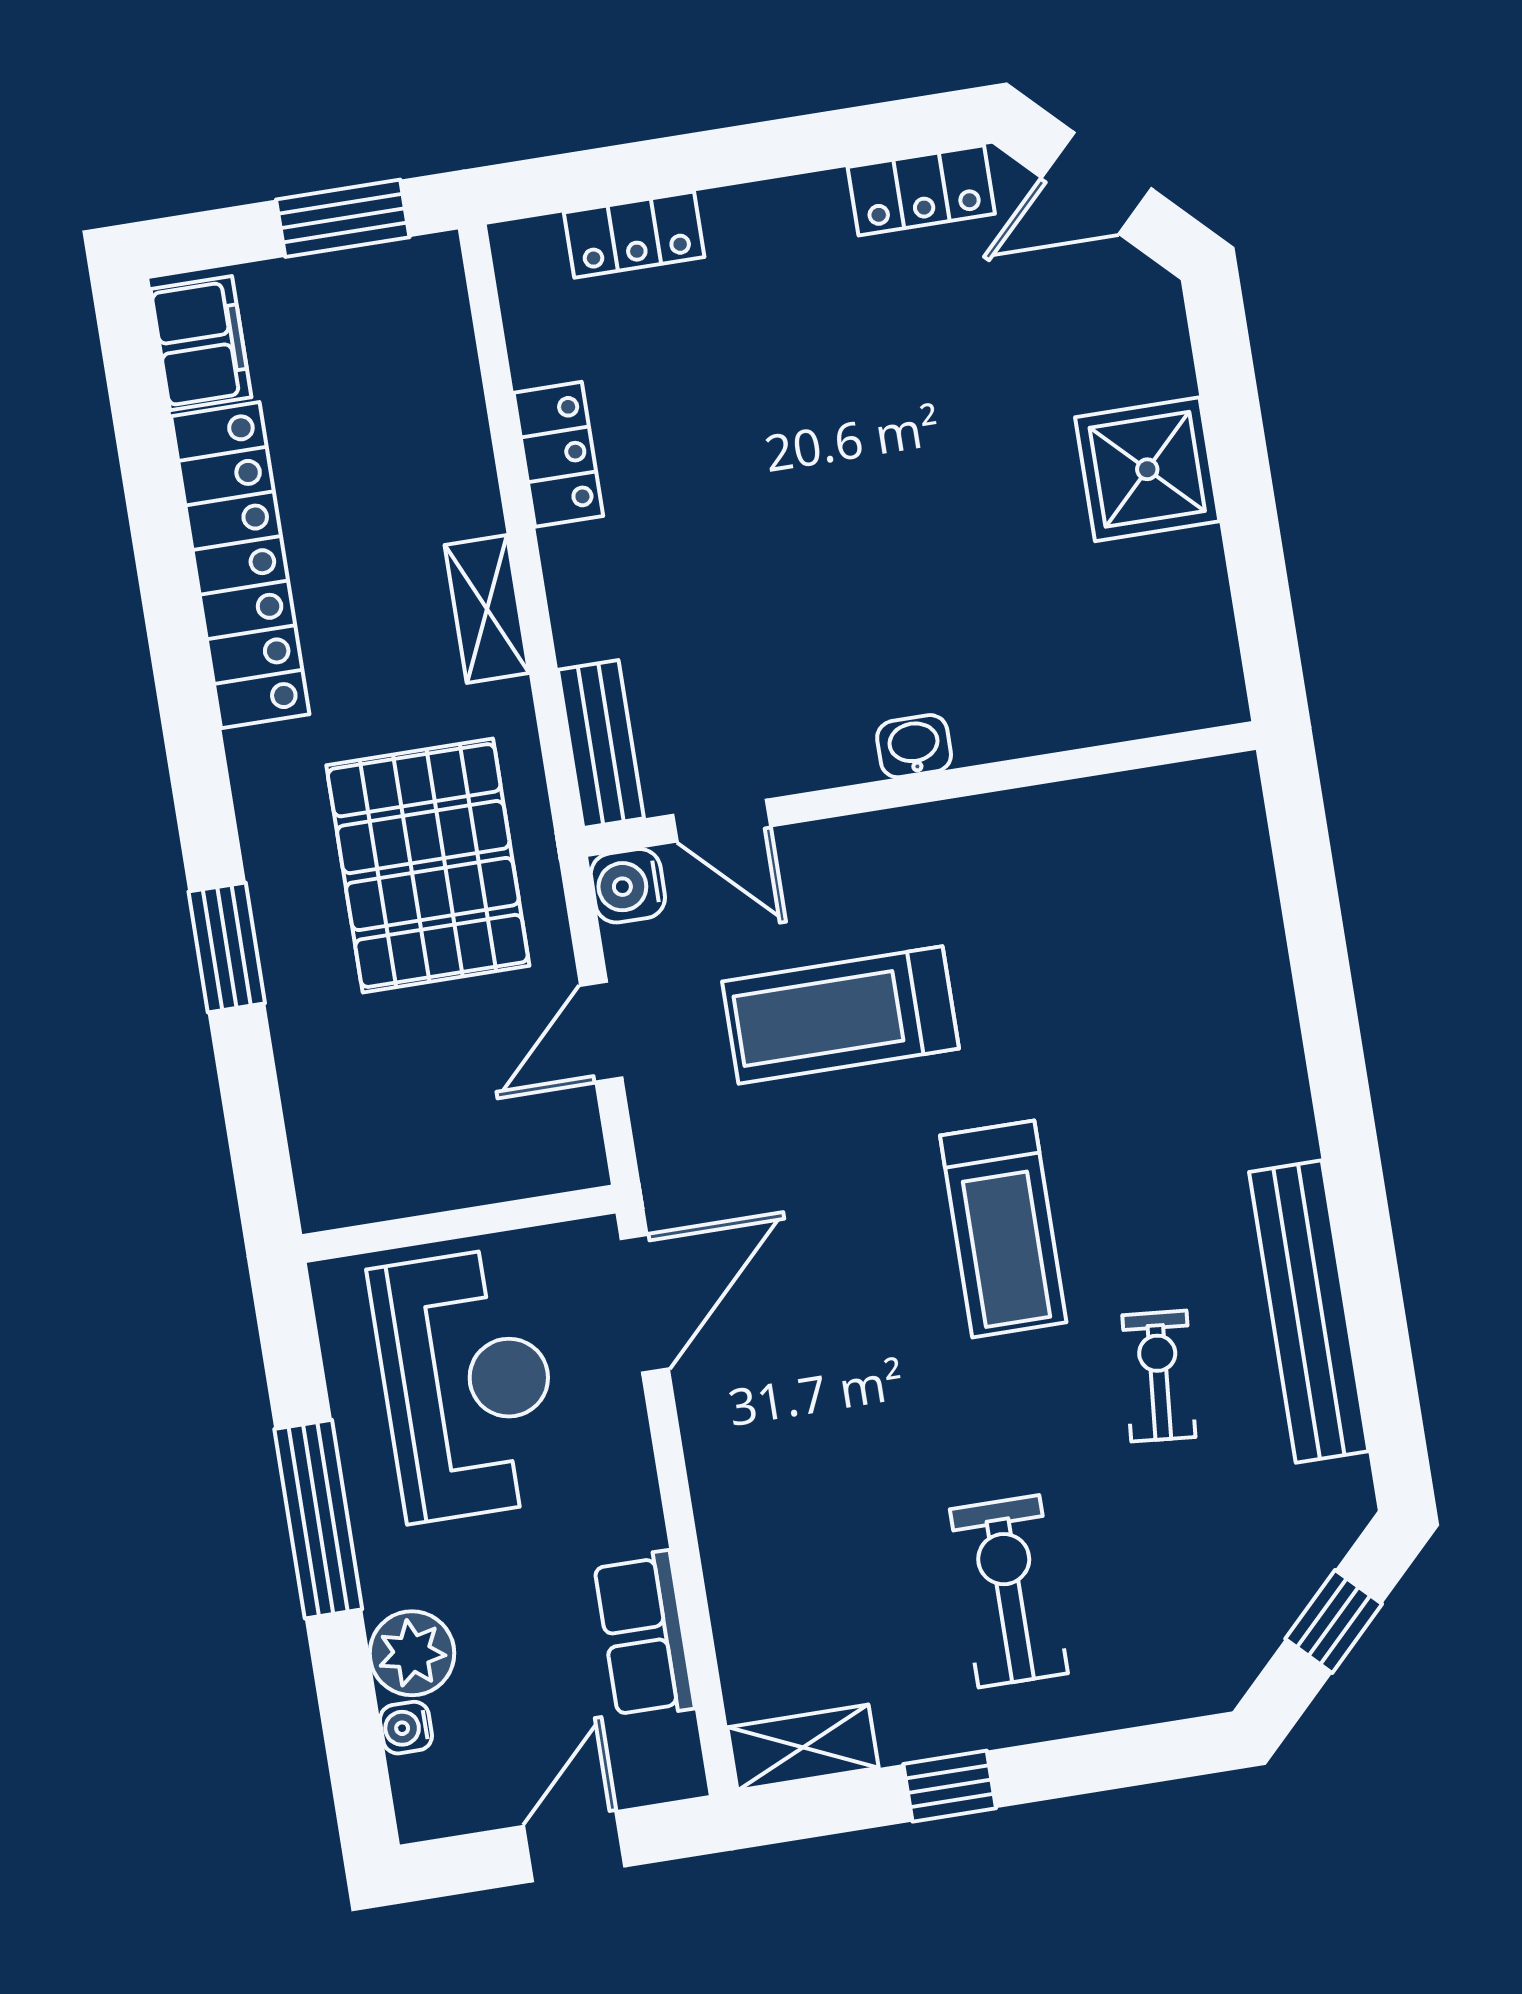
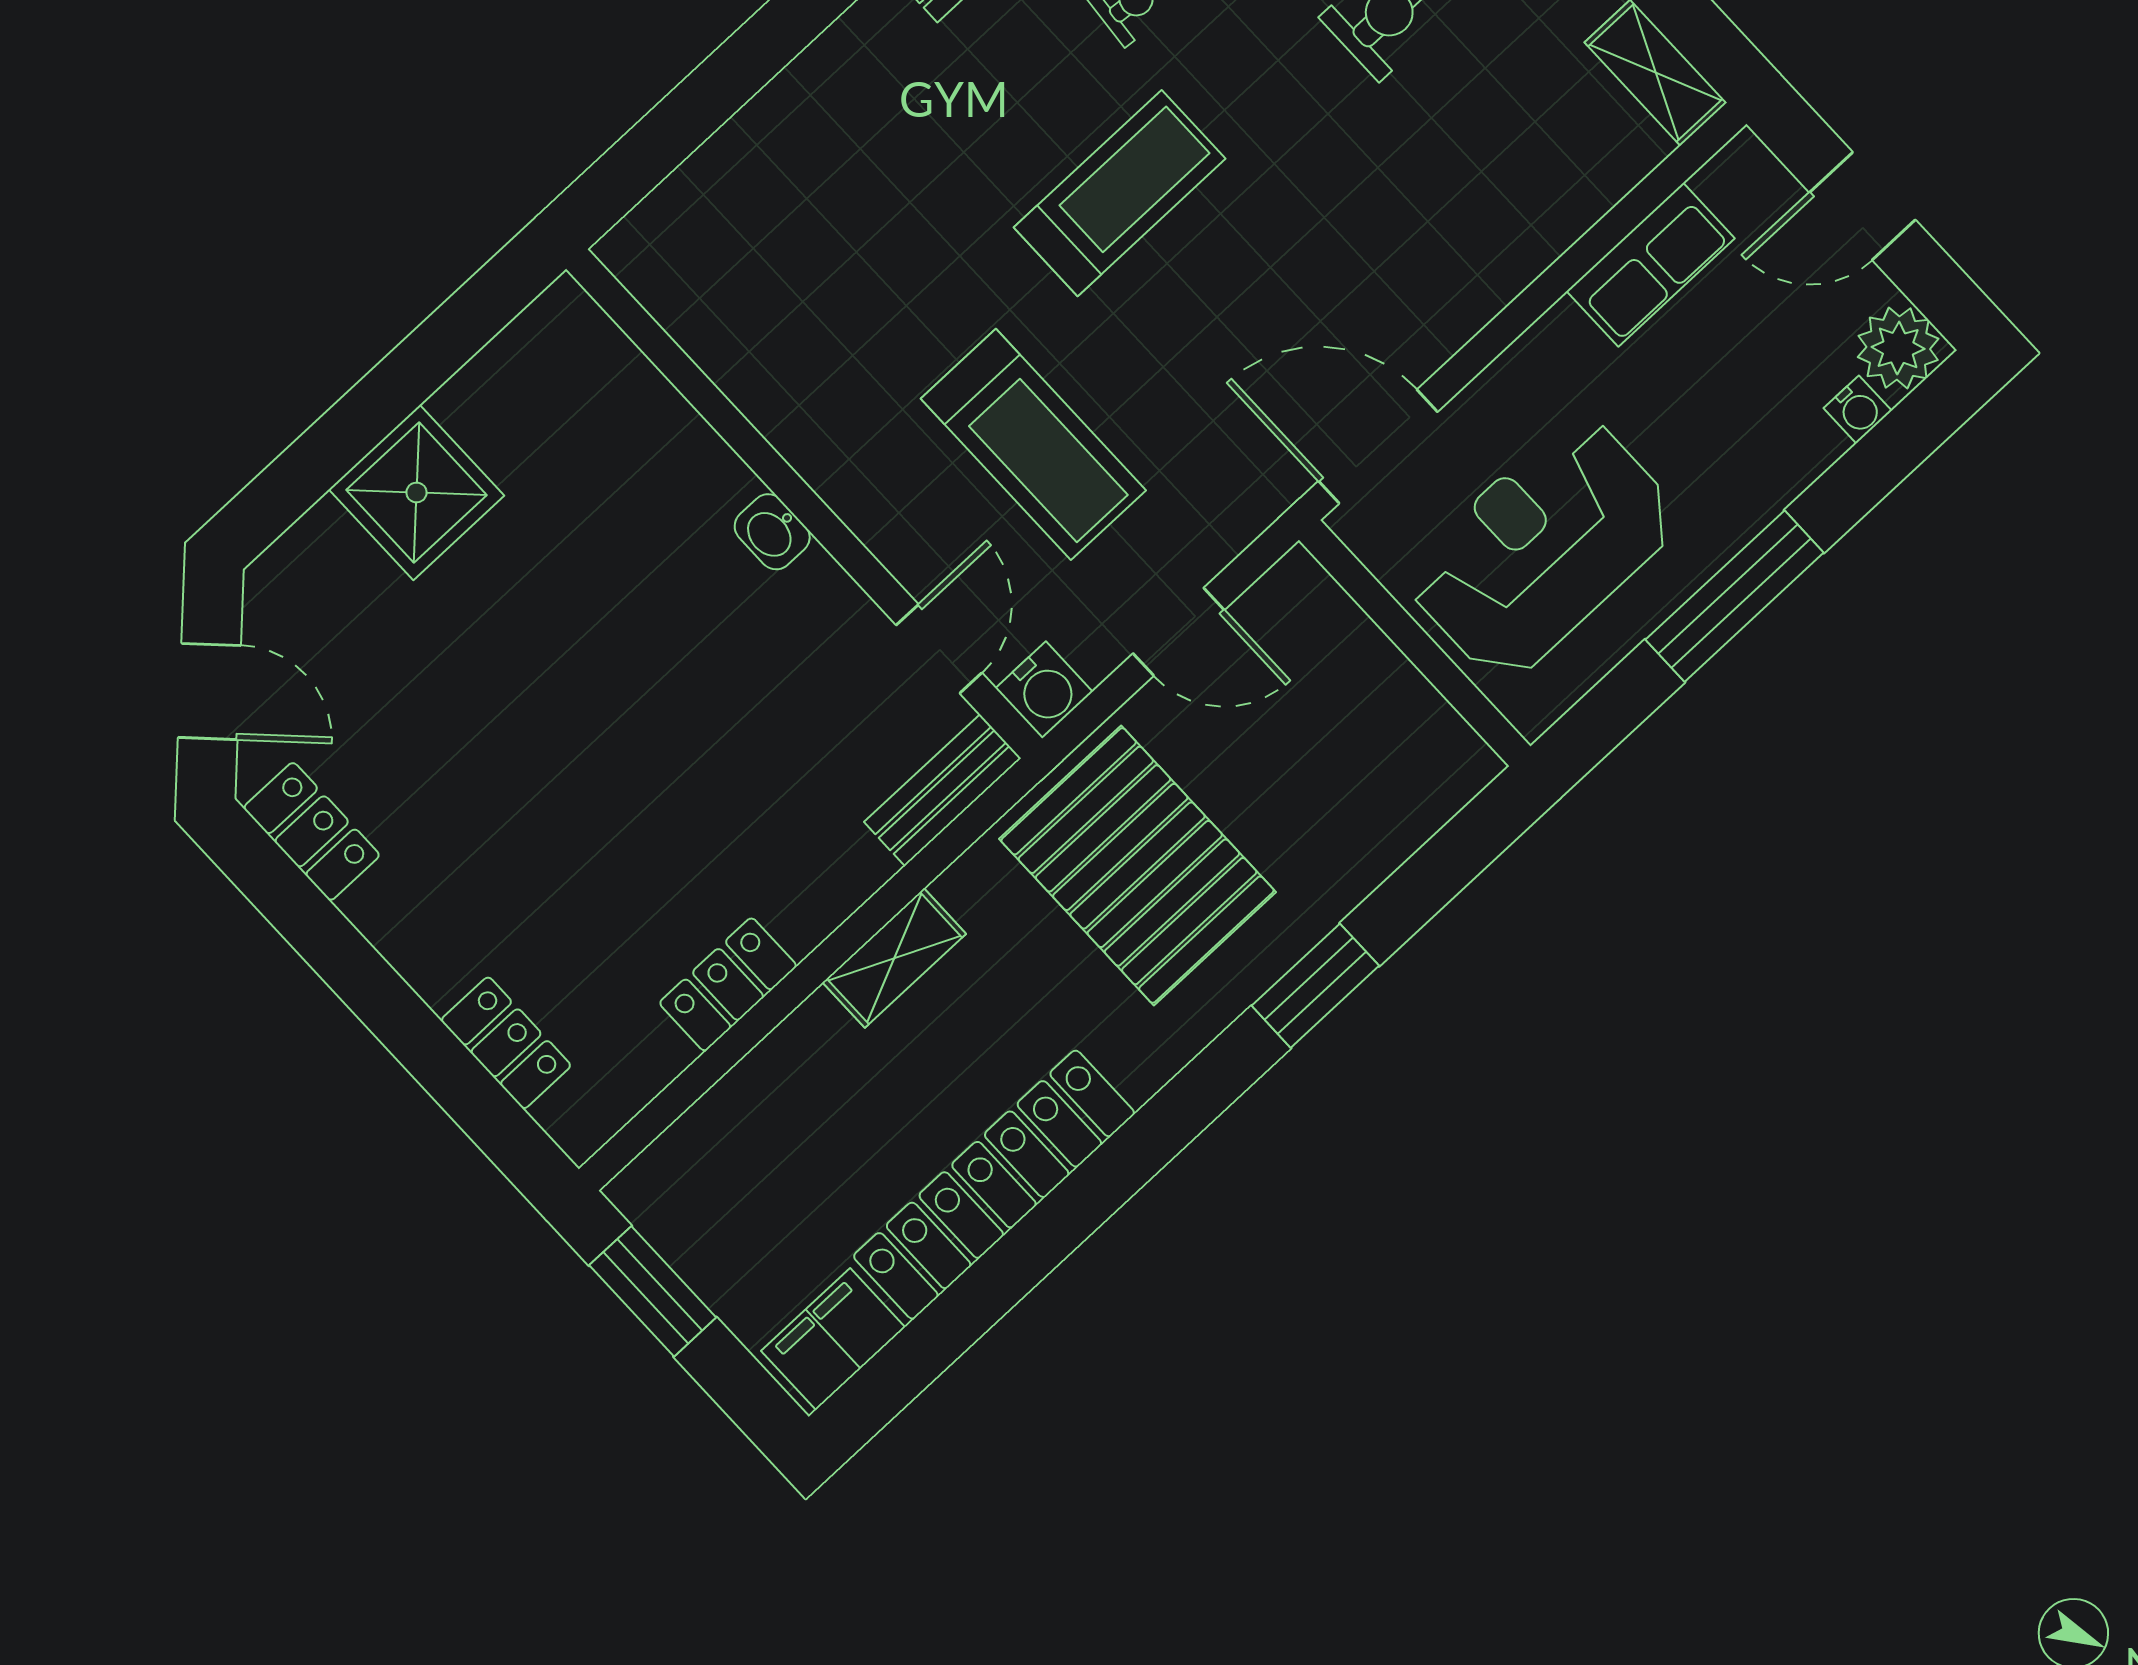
pallet: (428, 866) -> (1137, 865), turned 90
plant: (412, 1653) -> (1898, 348), moved

